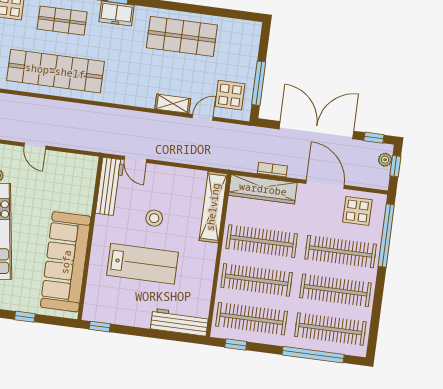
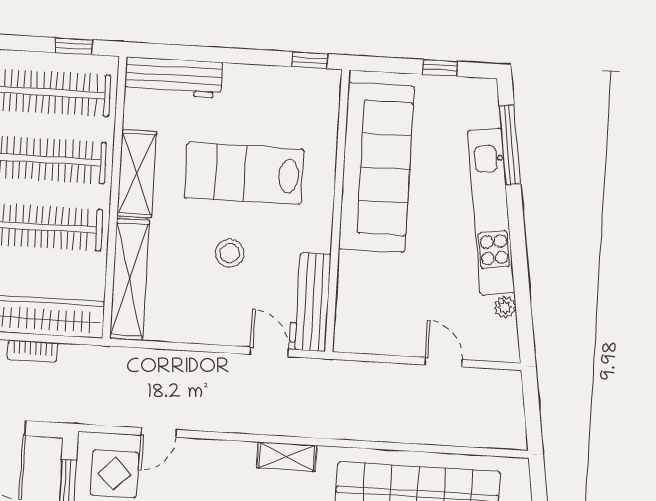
shelving: (173, 104) -> (287, 457), moved
shelving: (205, 268) -> (137, 174), added

